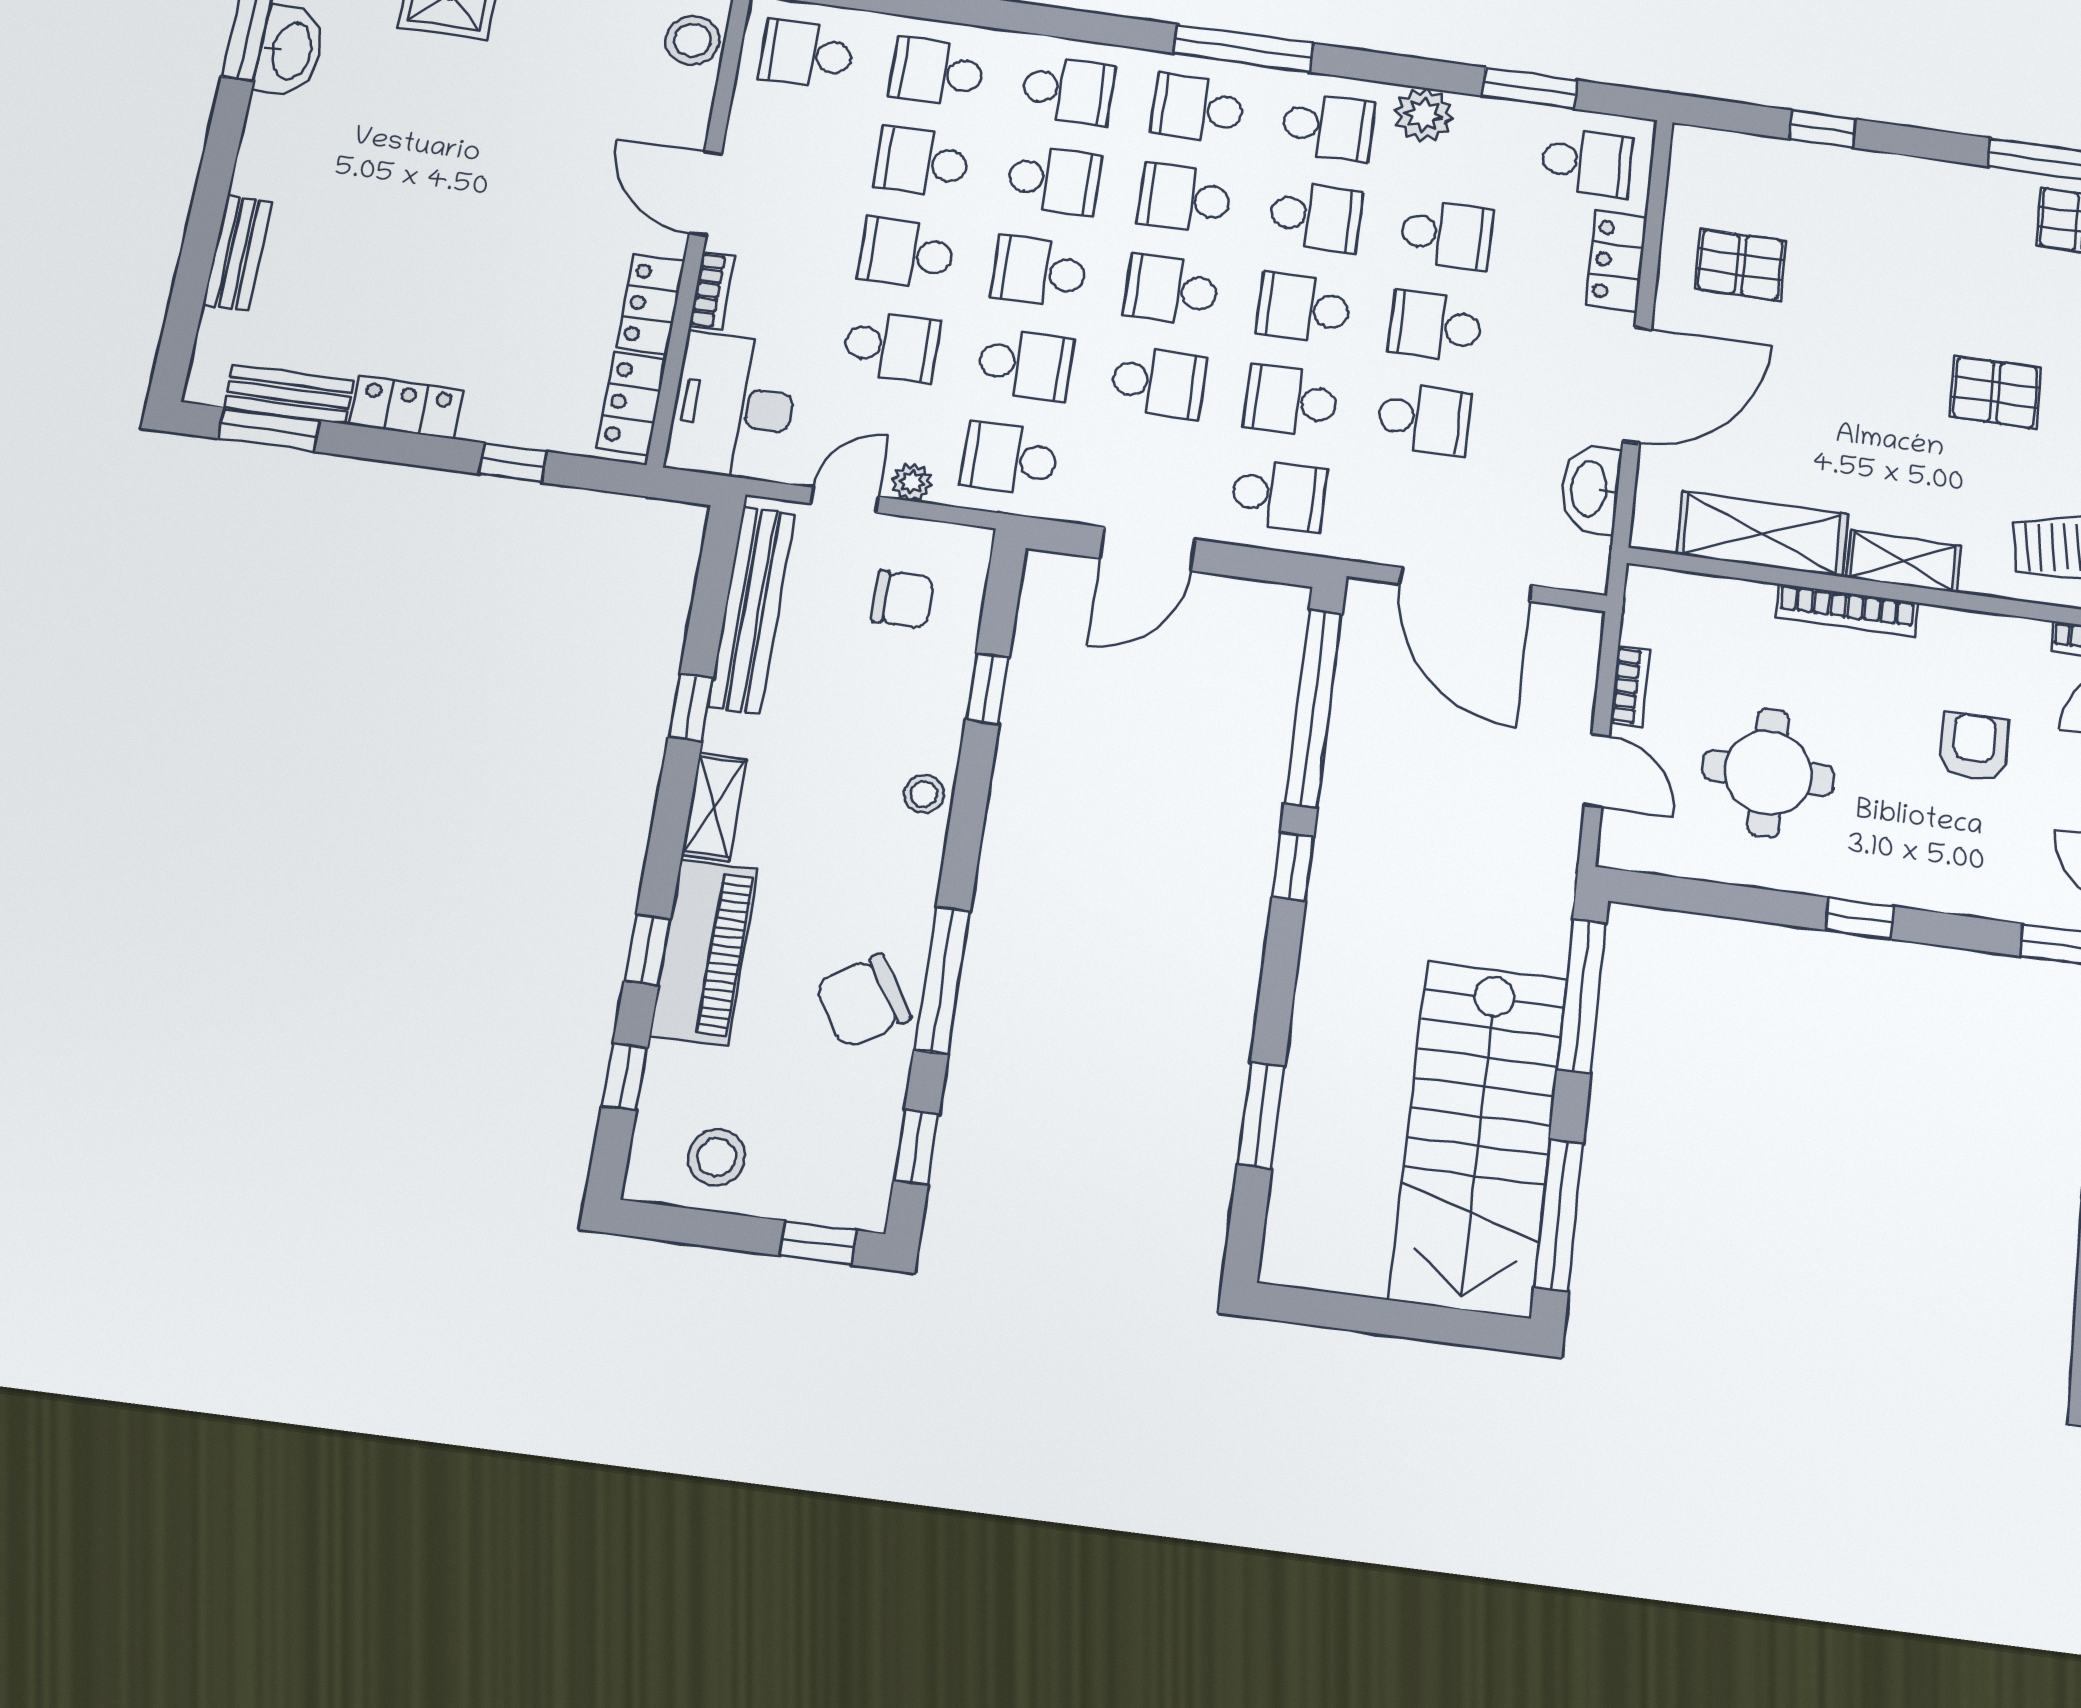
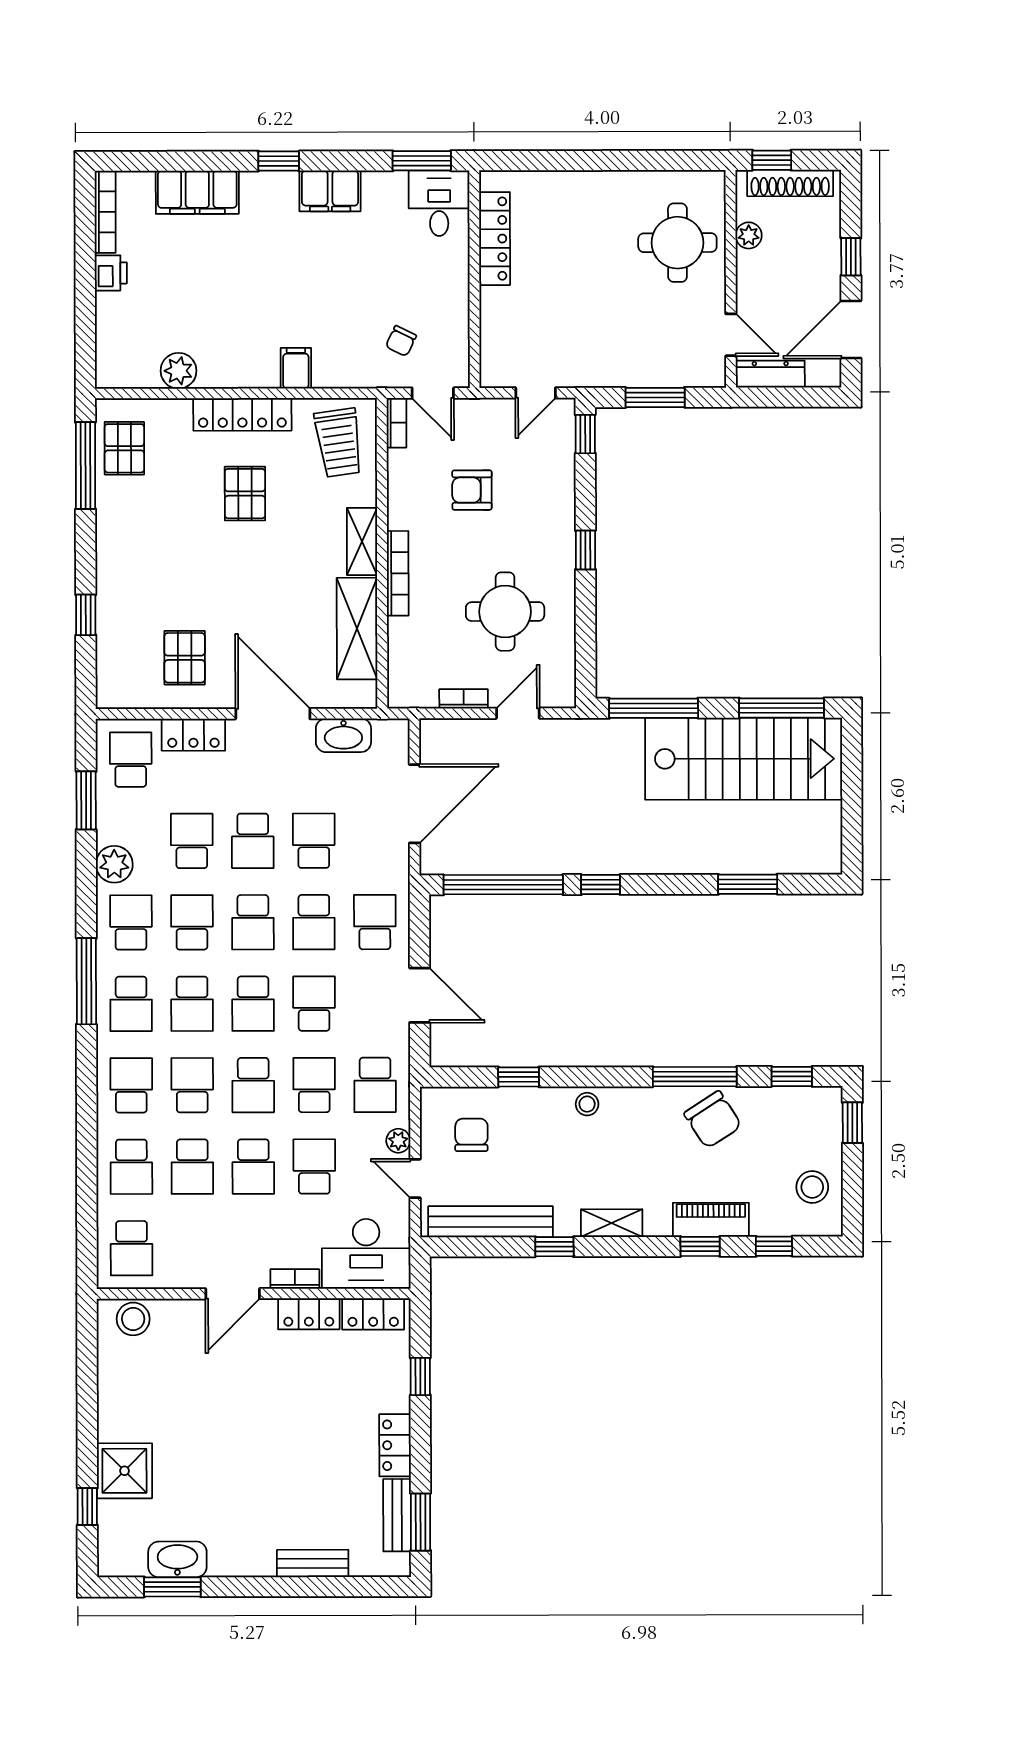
piano: (704, 952) -> (711, 1220), width x0.73, depth x0.75

